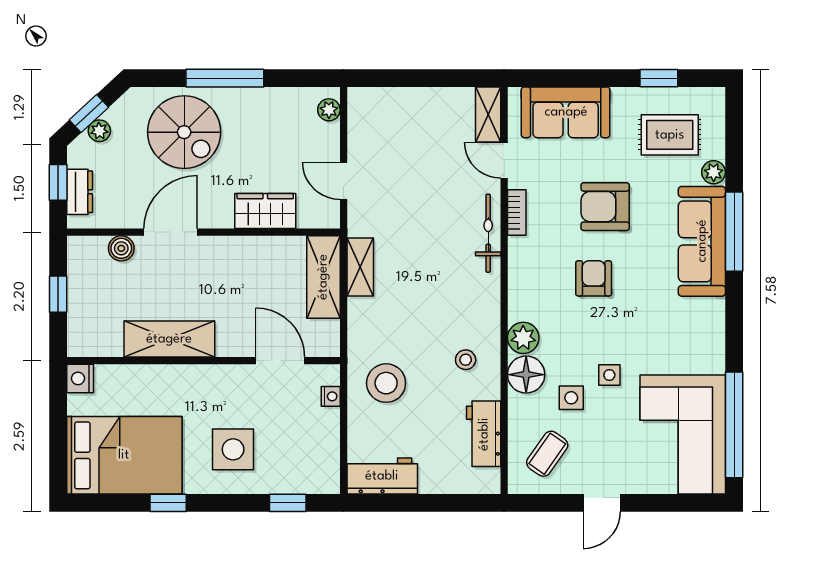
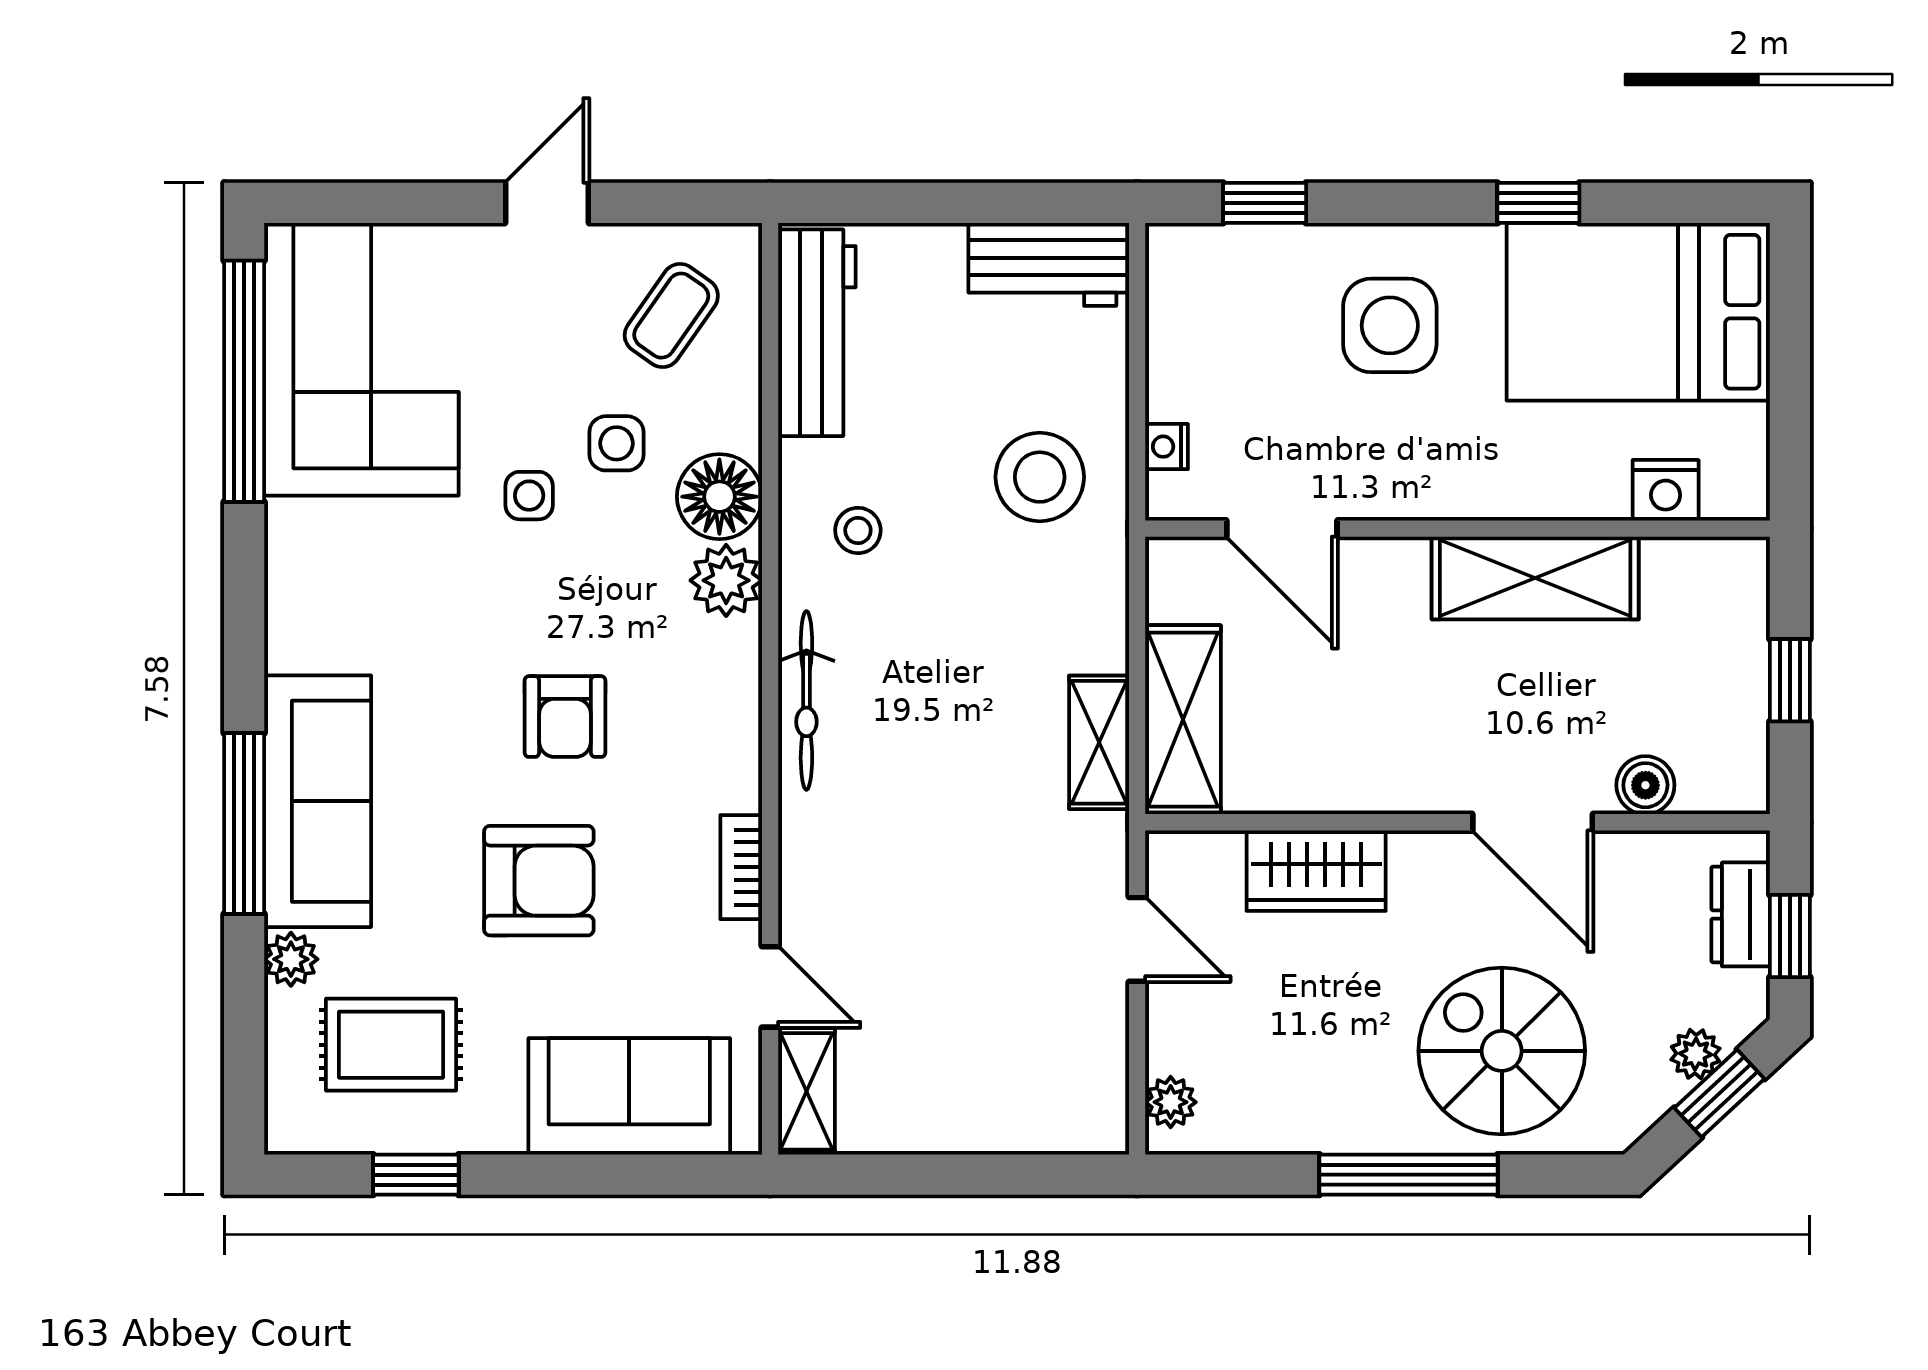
door: (171, 232) -> (1533, 822), hinge flipped
bicycle: (488, 233) -> (806, 700), moved
nightstand: (80, 378) -> (1666, 490), moved, turned 90
workbench: (484, 434) -> (817, 333), width x1.38

